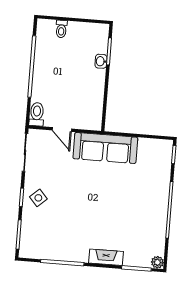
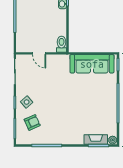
toilet: (37, 114) -> (62, 44), moved
sofa: (105, 148) -> (92, 64), moved
armchair: (44, 228) -> (32, 122), added
fireplace: (106, 257) -> (96, 139), moved

